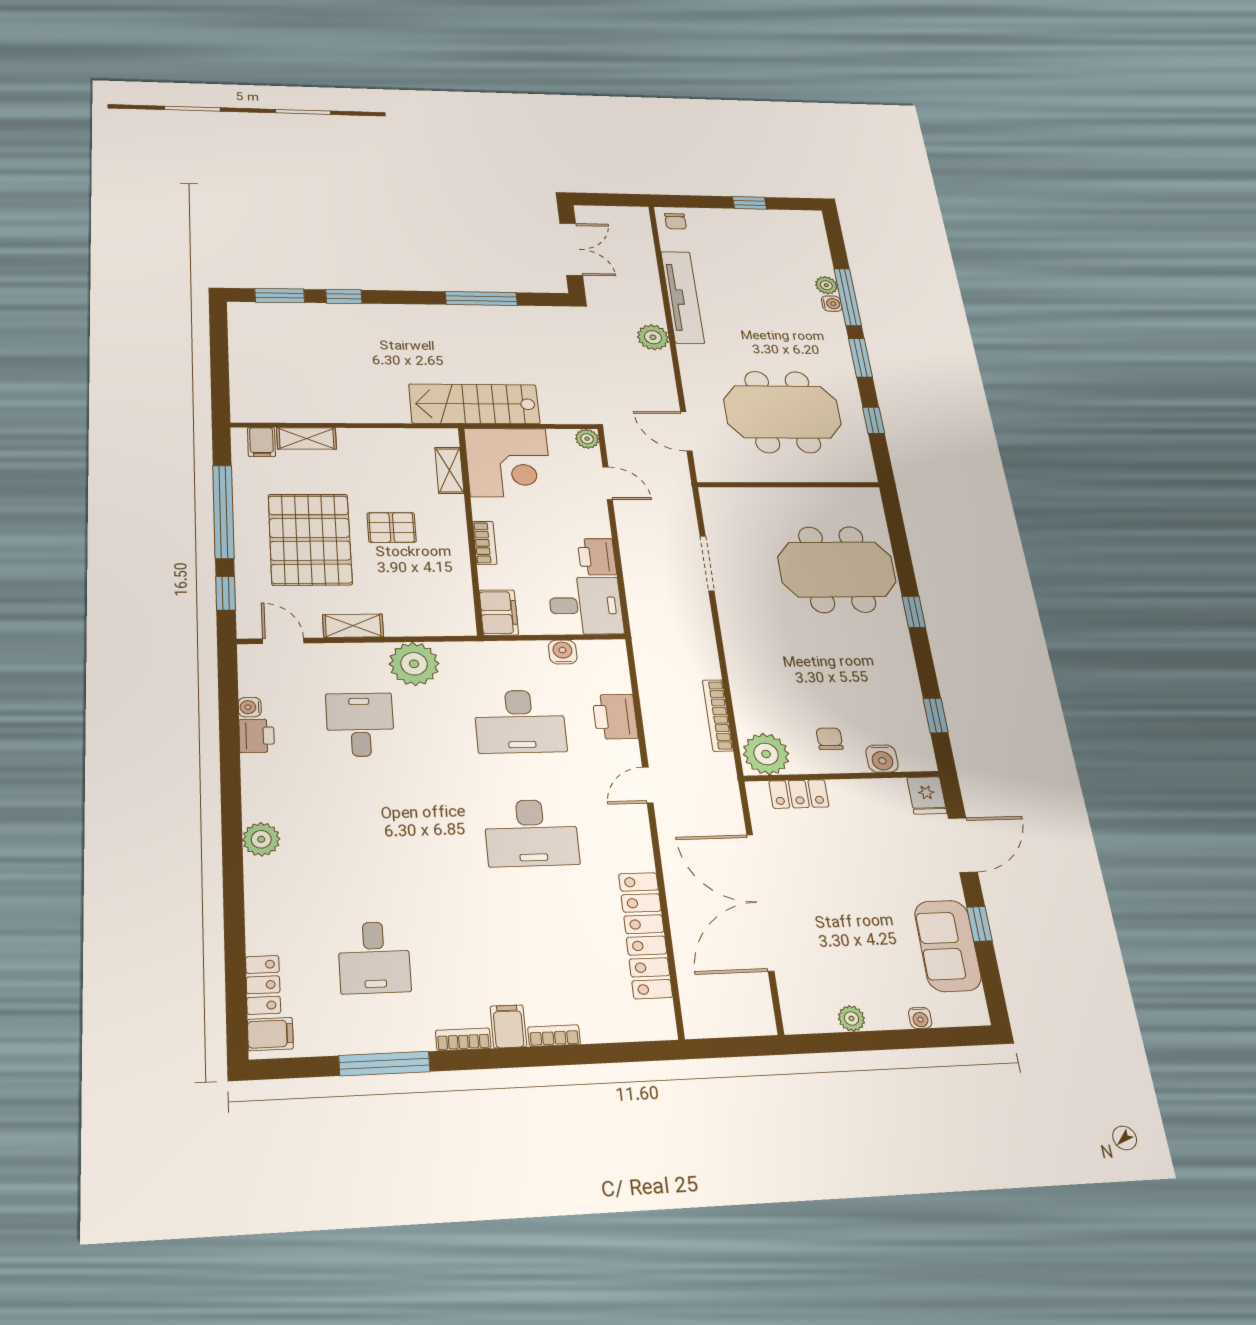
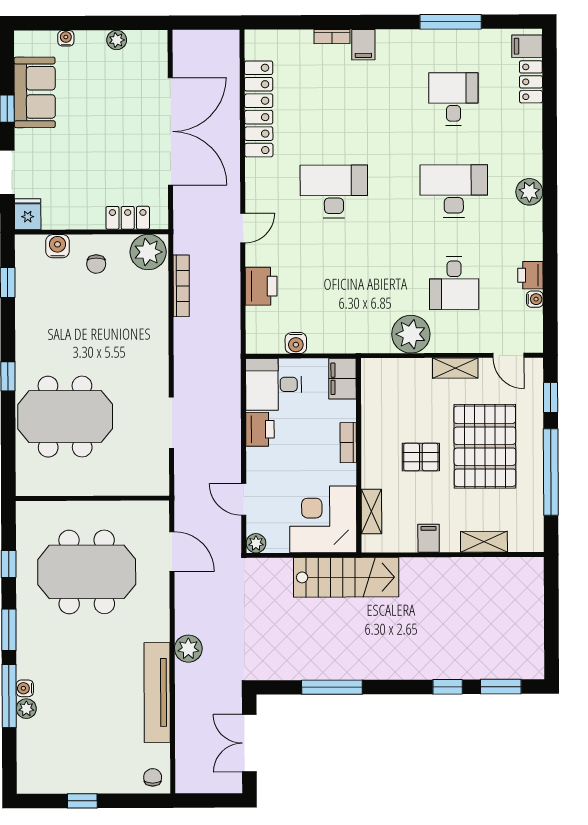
filing cabinet: (261, 442) -> (429, 538), moved
desk: (520, 721) -> (454, 191), moved
bookcase: (463, 1039) -> (395, 37), removed

